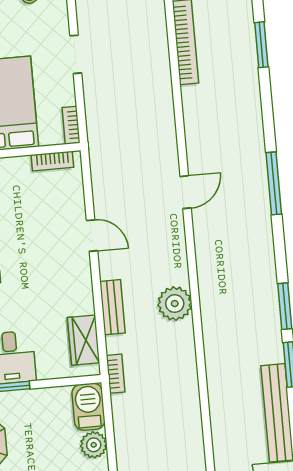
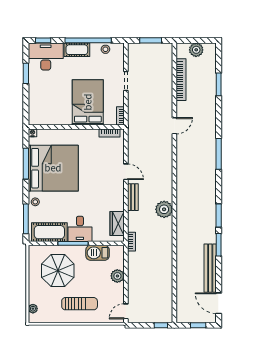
door: (186, 192) -> (174, 126), moved
bench: (112, 307) -> (133, 197), moved
barbecue: (88, 407) -> (98, 253), moved, turned -90

